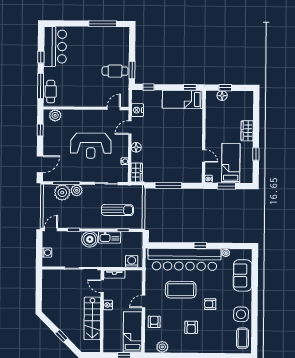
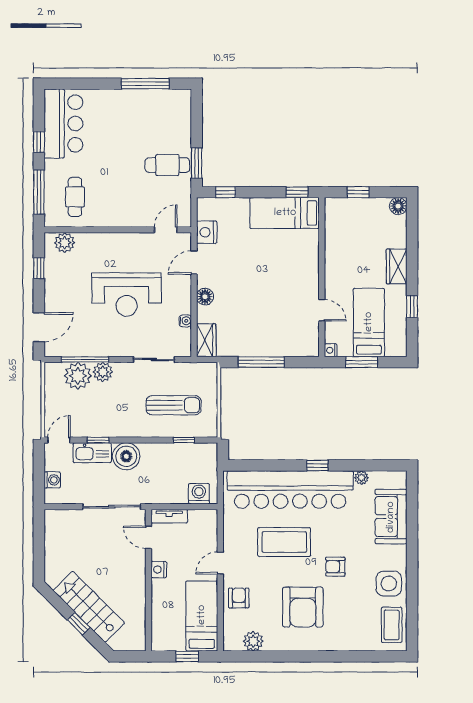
cafe table: (51, 92) -> (75, 197), moved
floor lamp: (222, 96) -> (398, 206), moved
kitchen sink: (109, 237) -> (92, 453), moved
stairs: (92, 318) -> (89, 607), moved, turned 135
armchair: (191, 327) -> (303, 607), width x1.88, depth x1.88

